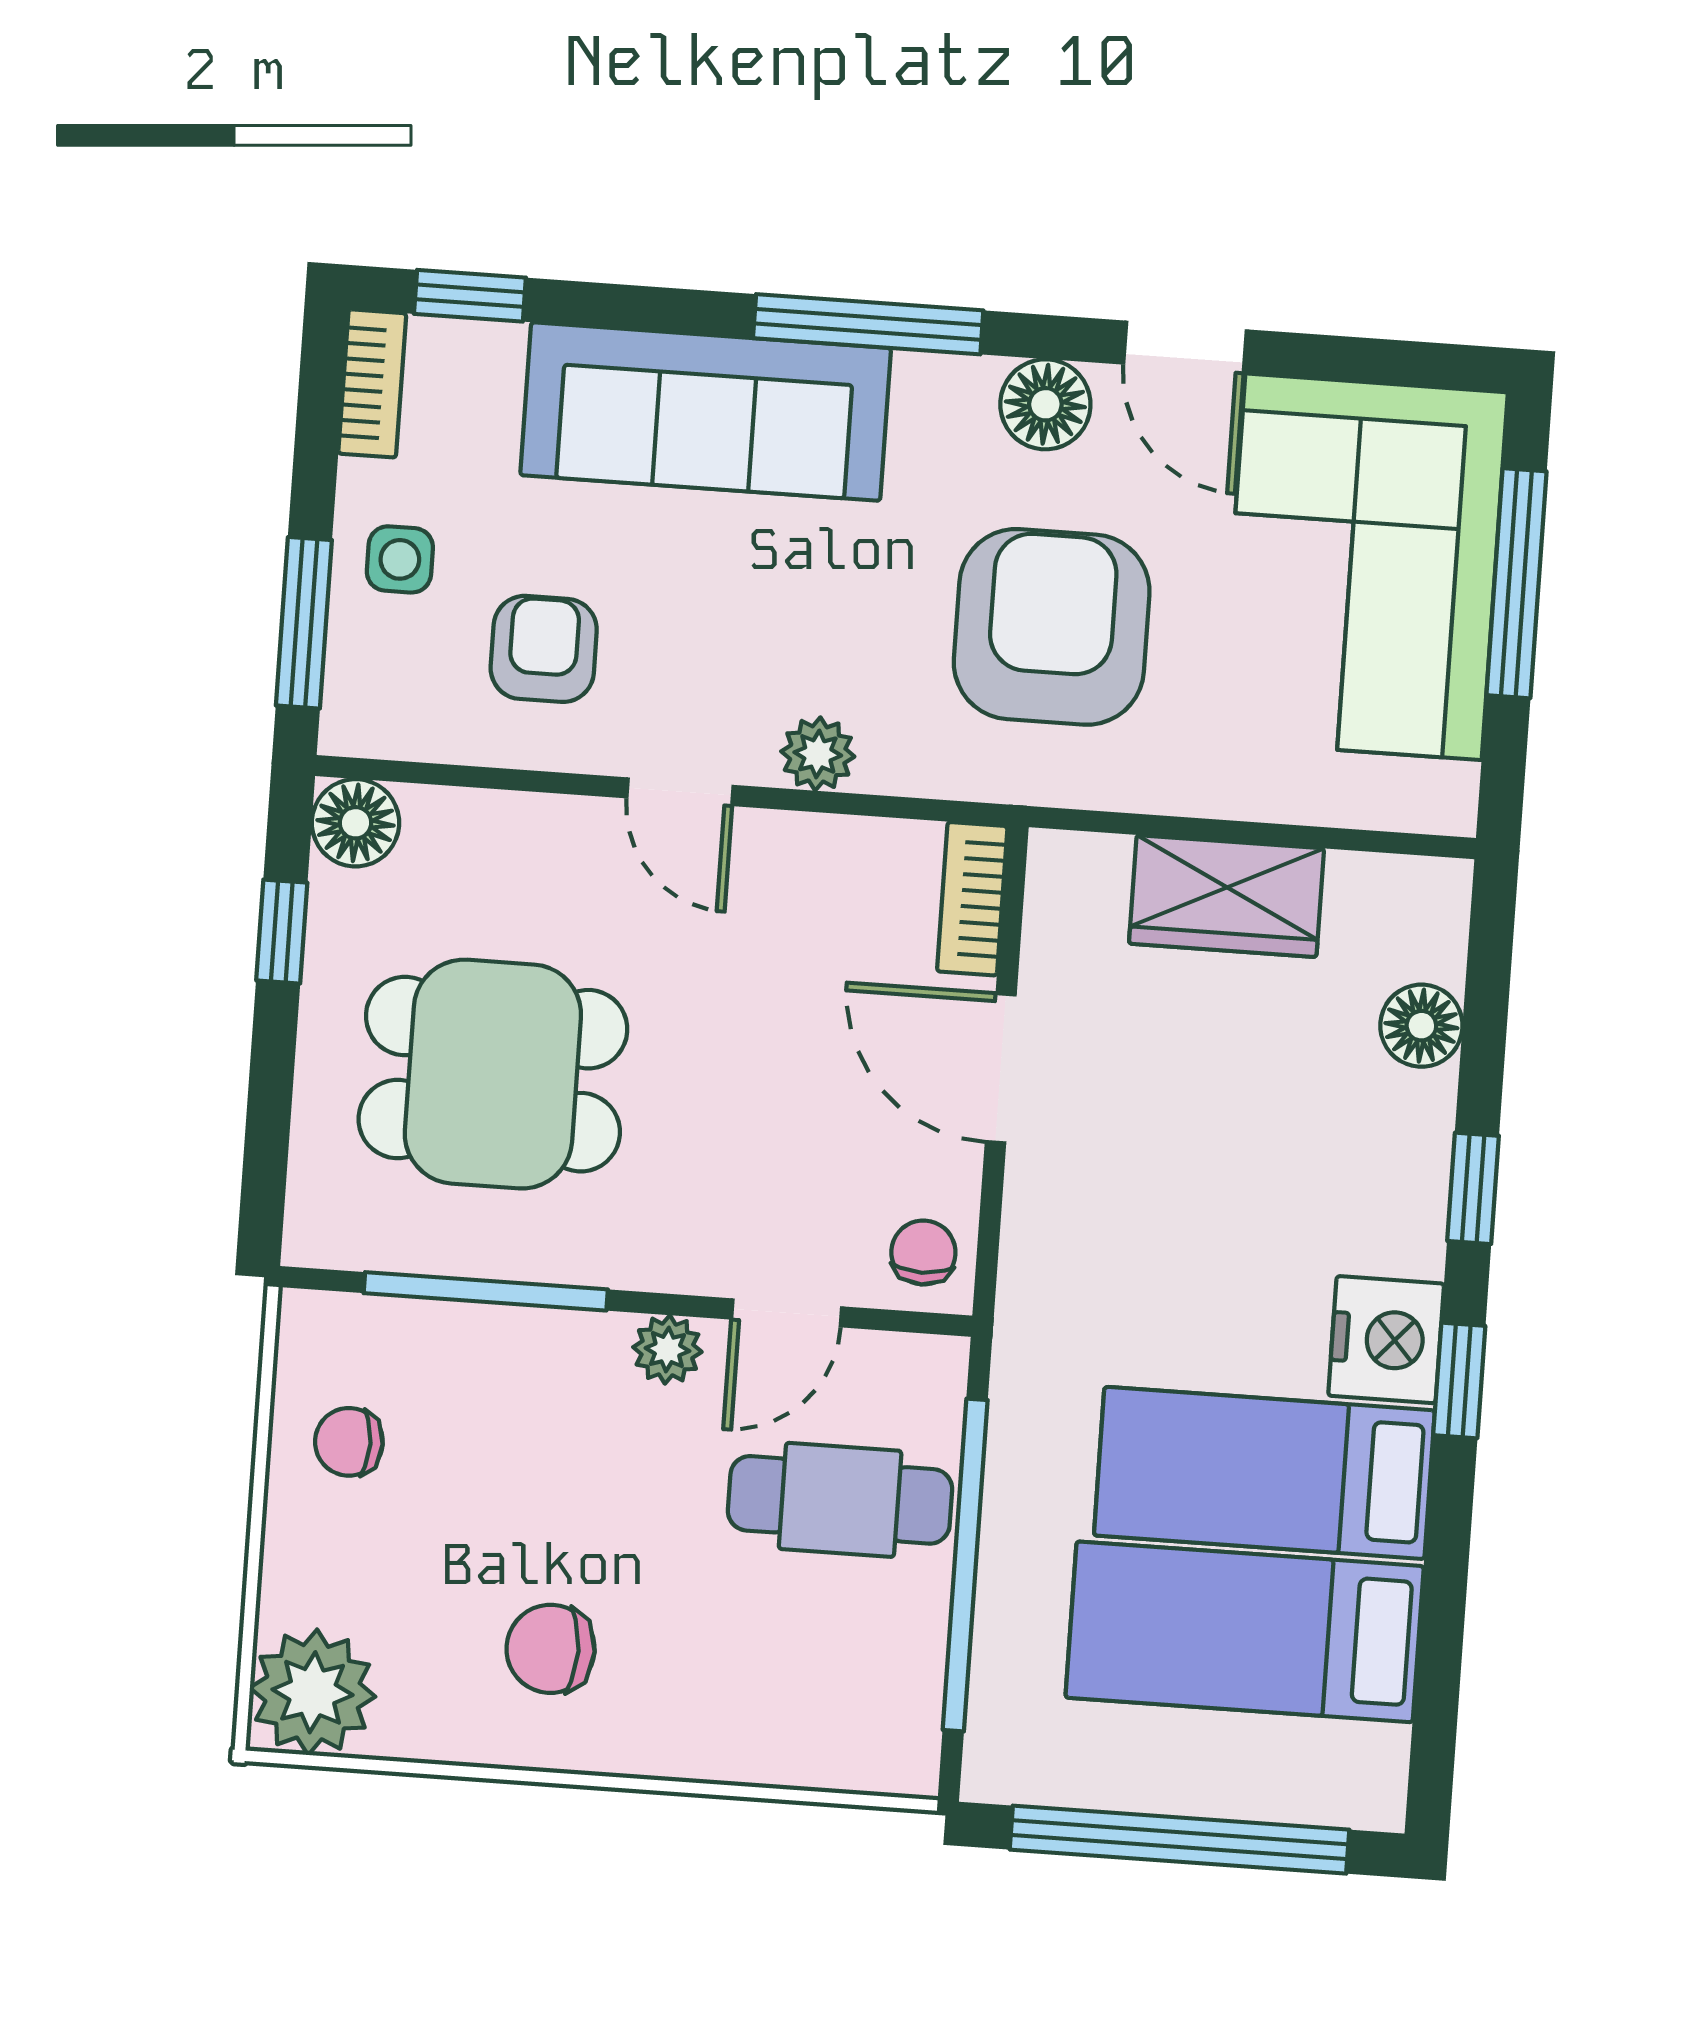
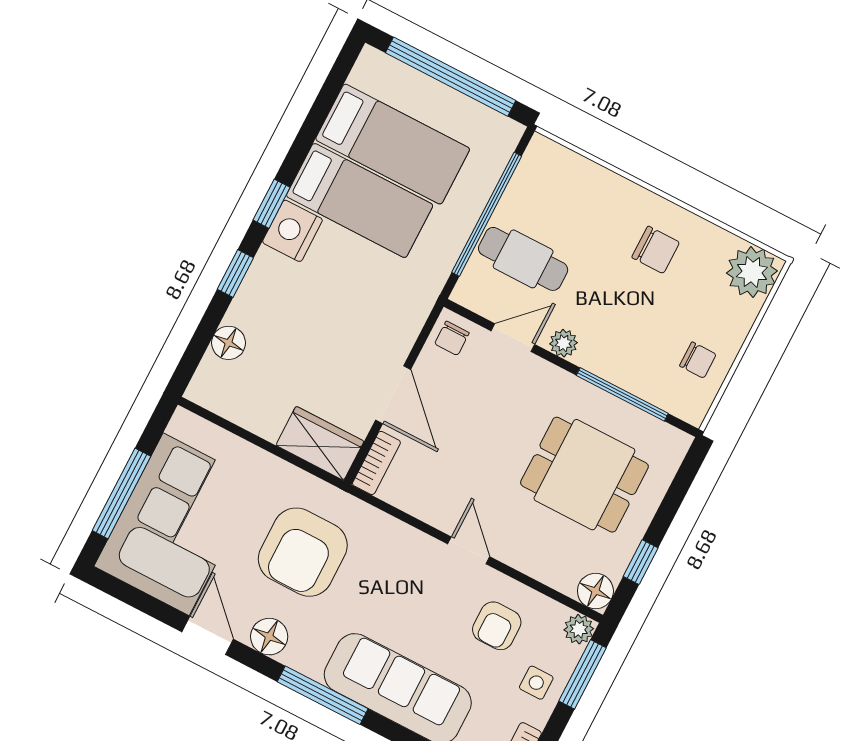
plant: (818, 754) -> (579, 629), moved
wardrobe: (1226, 896) -> (320, 443), moved

